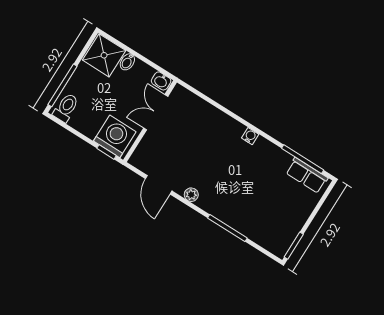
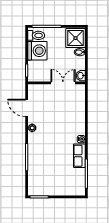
washing machine: (115, 136) -> (37, 51), moved
row of seats: (307, 175) -> (79, 156), moved
door: (159, 185) -> (27, 108), hinge flipped

